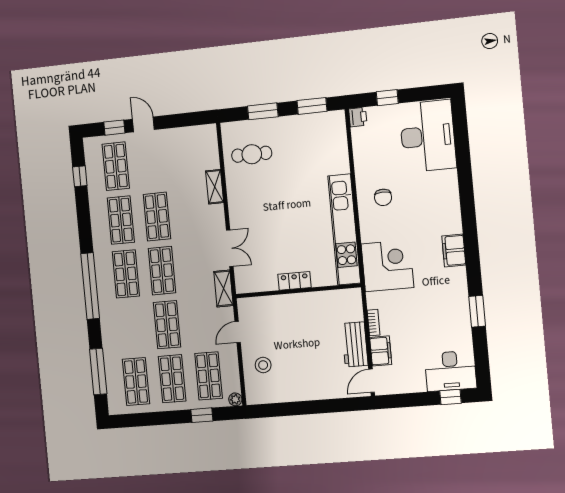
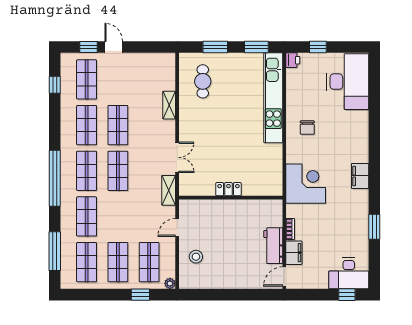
cafe table: (252, 154) -> (203, 81), turned 90
kitchen unit: (344, 230) -> (273, 98), moved
shop shelf: (167, 325) -> (87, 216), moved

